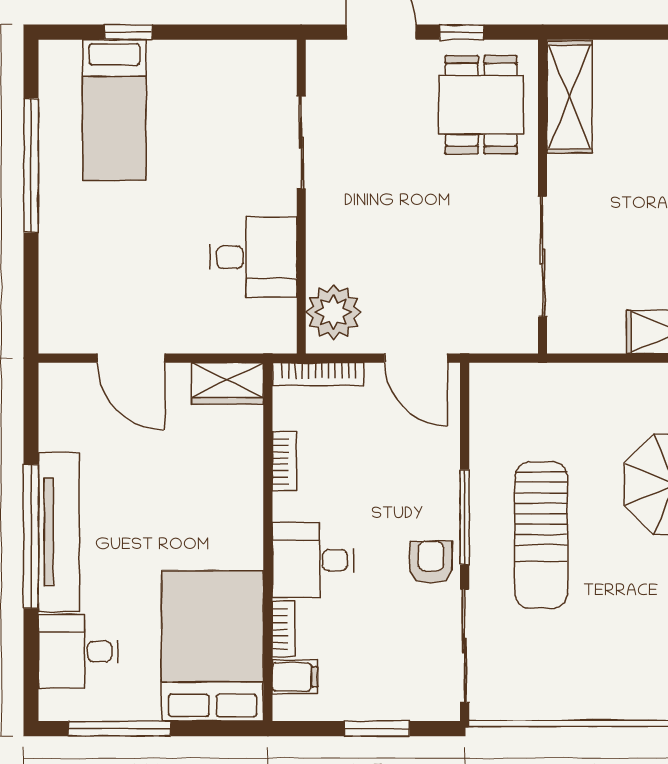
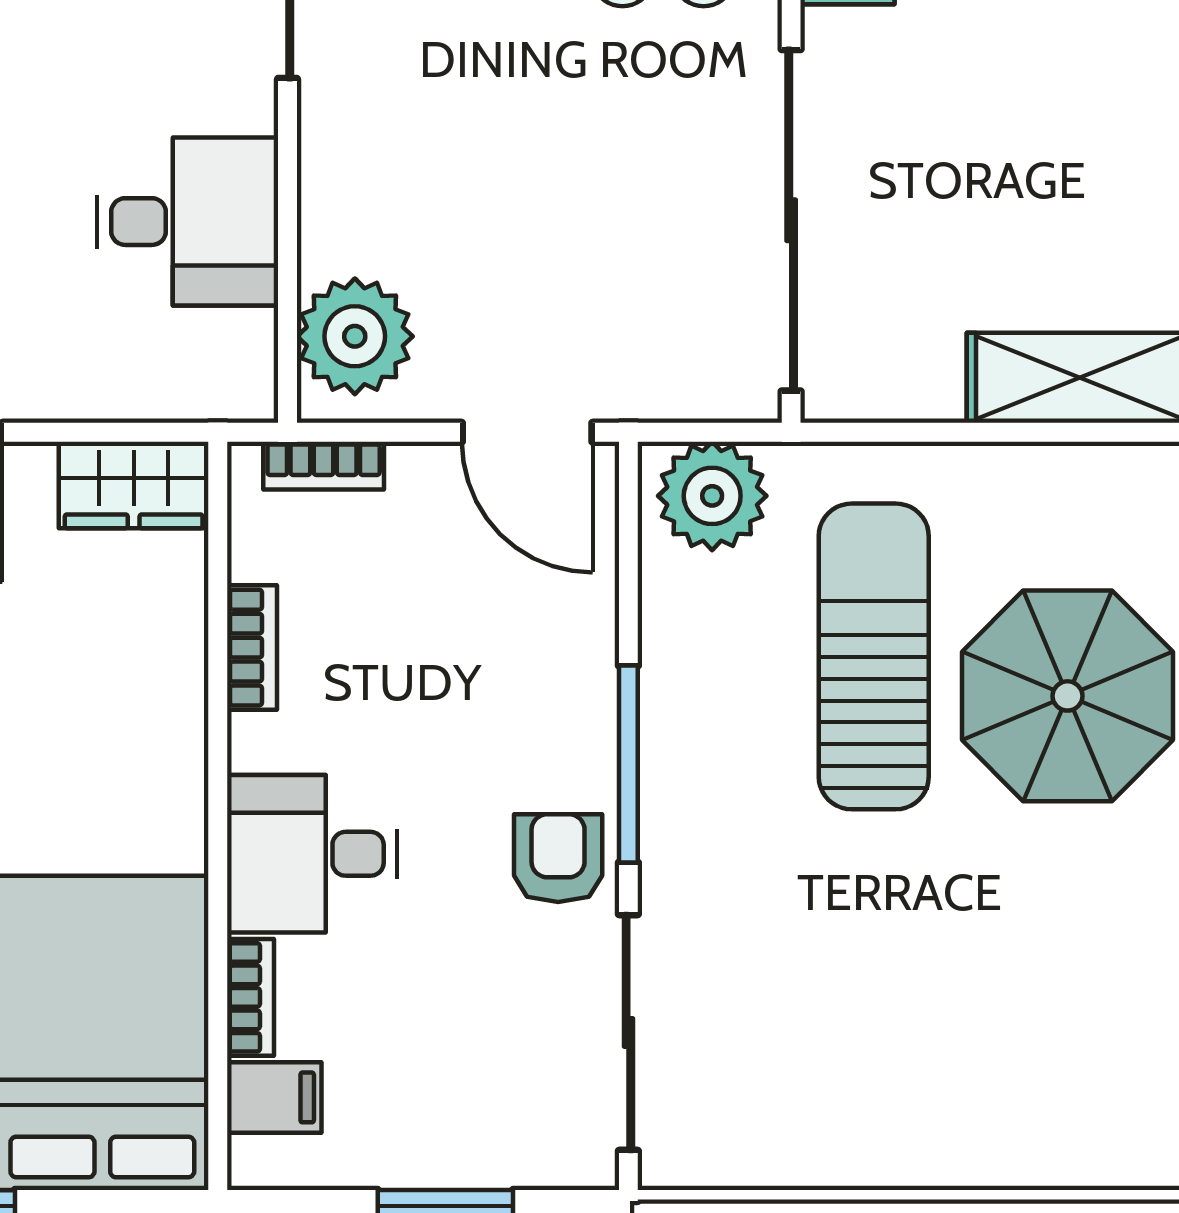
sliding door: (543, 257) -> (791, 220), width x1.36
bookcase: (318, 374) -> (324, 466), width x0.64
plant: (505, 389) -> (712, 496), added
sun lounger: (541, 535) -> (874, 656), moved, turned 180

